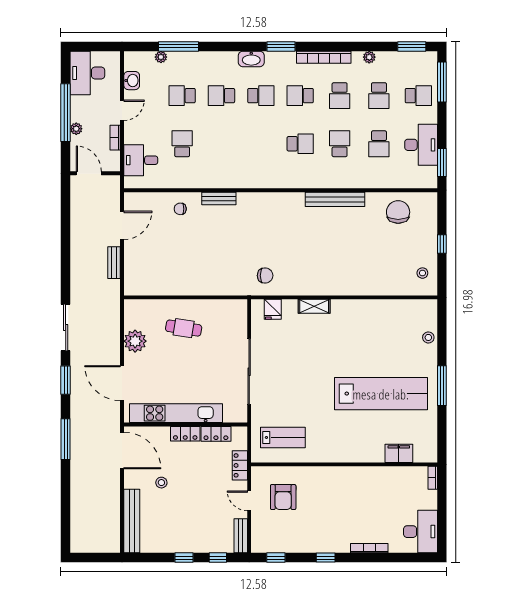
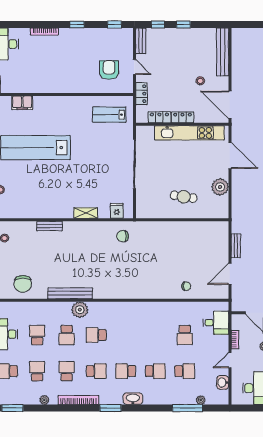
plant: (322, 178) -> (80, 310), added
bench: (219, 198) -> (50, 226), moved

